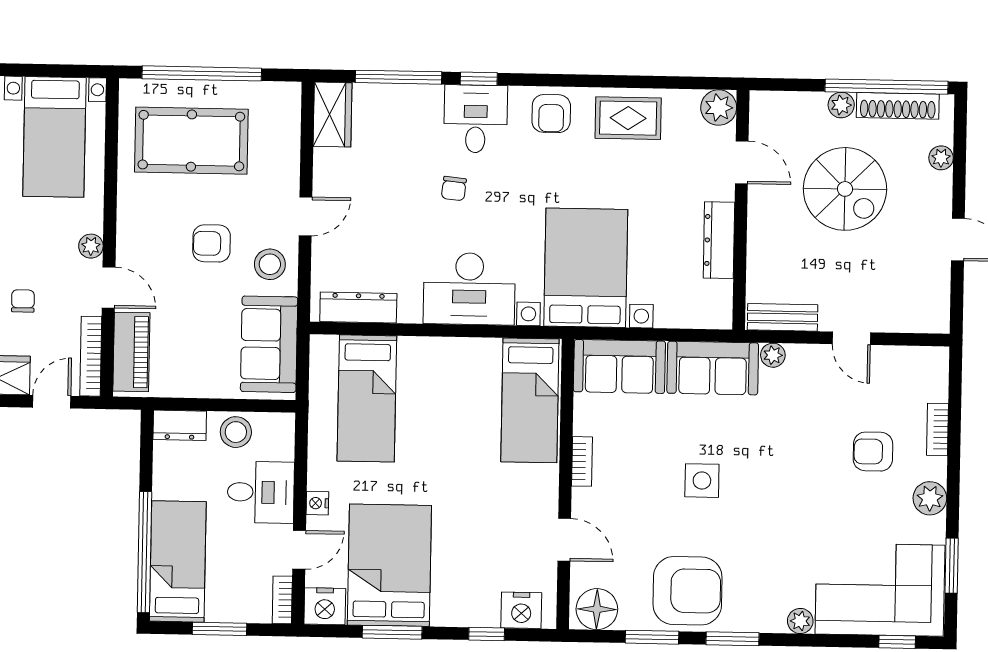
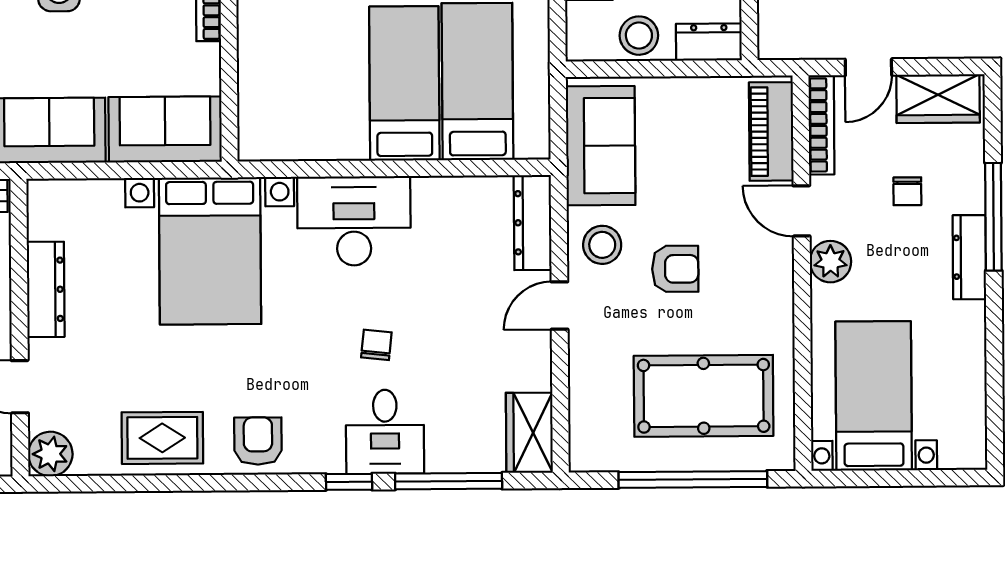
desk: (476, 119) -> (385, 432), moved
plant: (91, 246) -> (830, 262), width x1.38, depth x1.38
dresser: (358, 307) -> (533, 223), moved, turned 90
bed: (530, 400) -> (404, 83), moved

